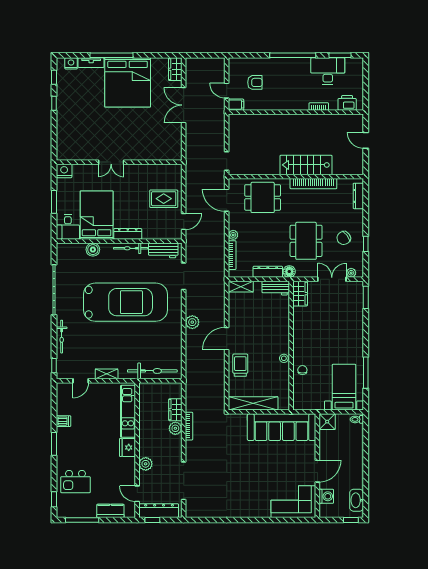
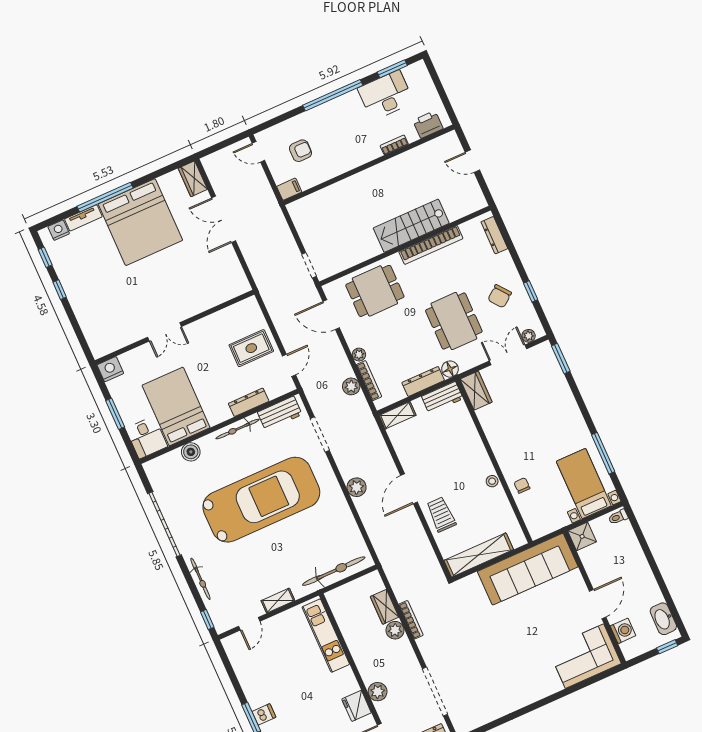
door: (227, 91) -> (258, 152), moved
dresser: (128, 234) -> (249, 402), moved
plant: (219, 254) -> (351, 386), added
dishwasher: (64, 421) -> (264, 714), moved
fridge: (127, 447) -> (357, 706), moved

